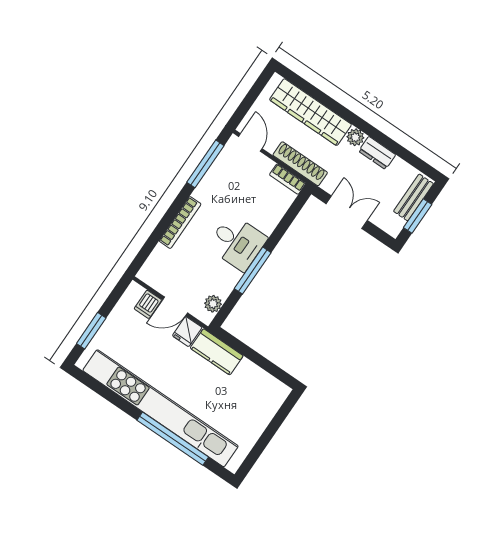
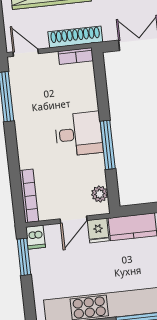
bookcase: (180, 222) -> (29, 196), moved
dishwasher: (148, 304) -> (36, 237), moved
window: (91, 331) -> (24, 257), moved

